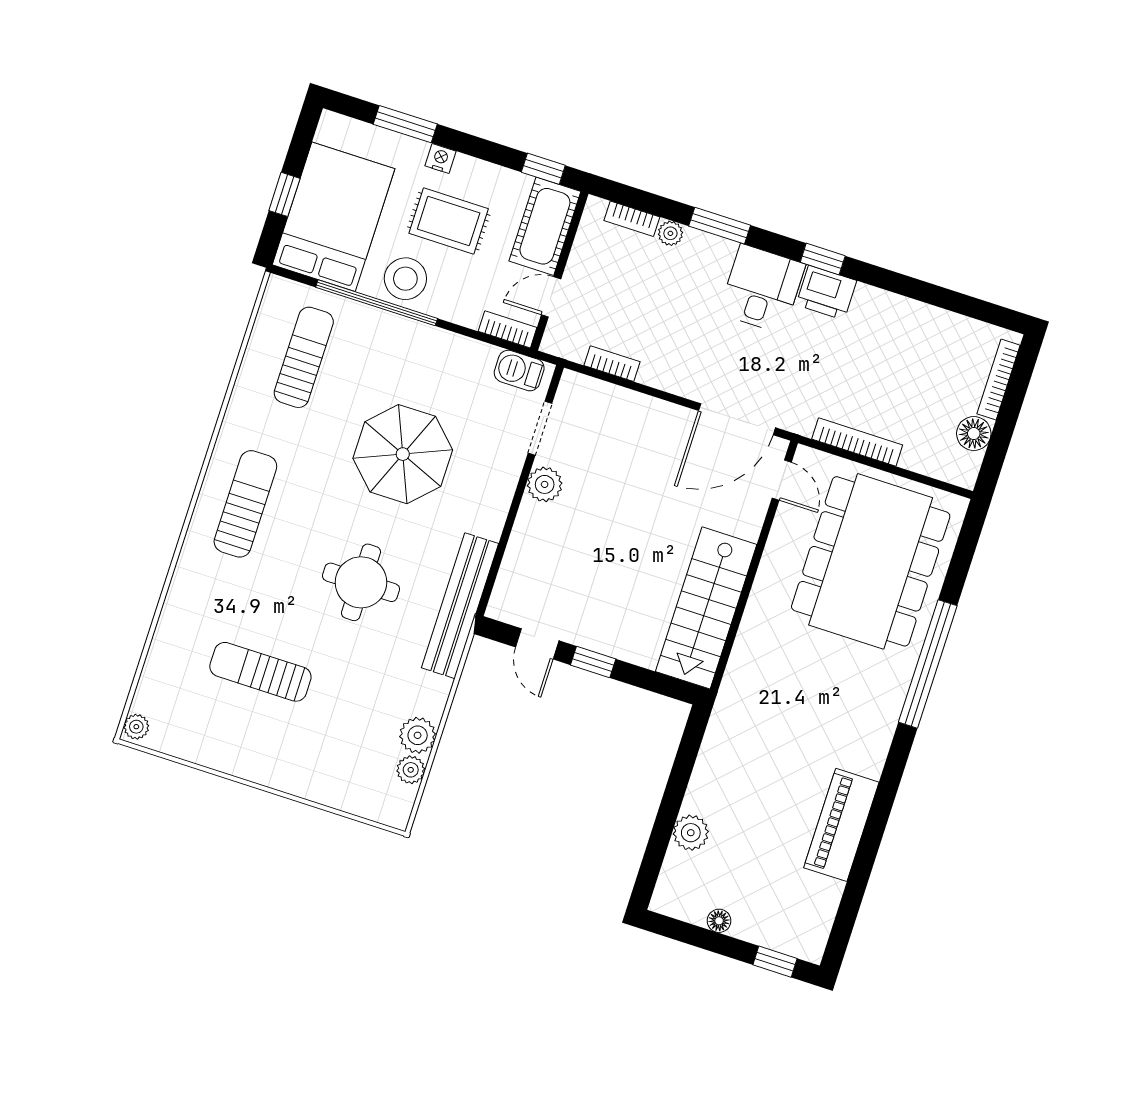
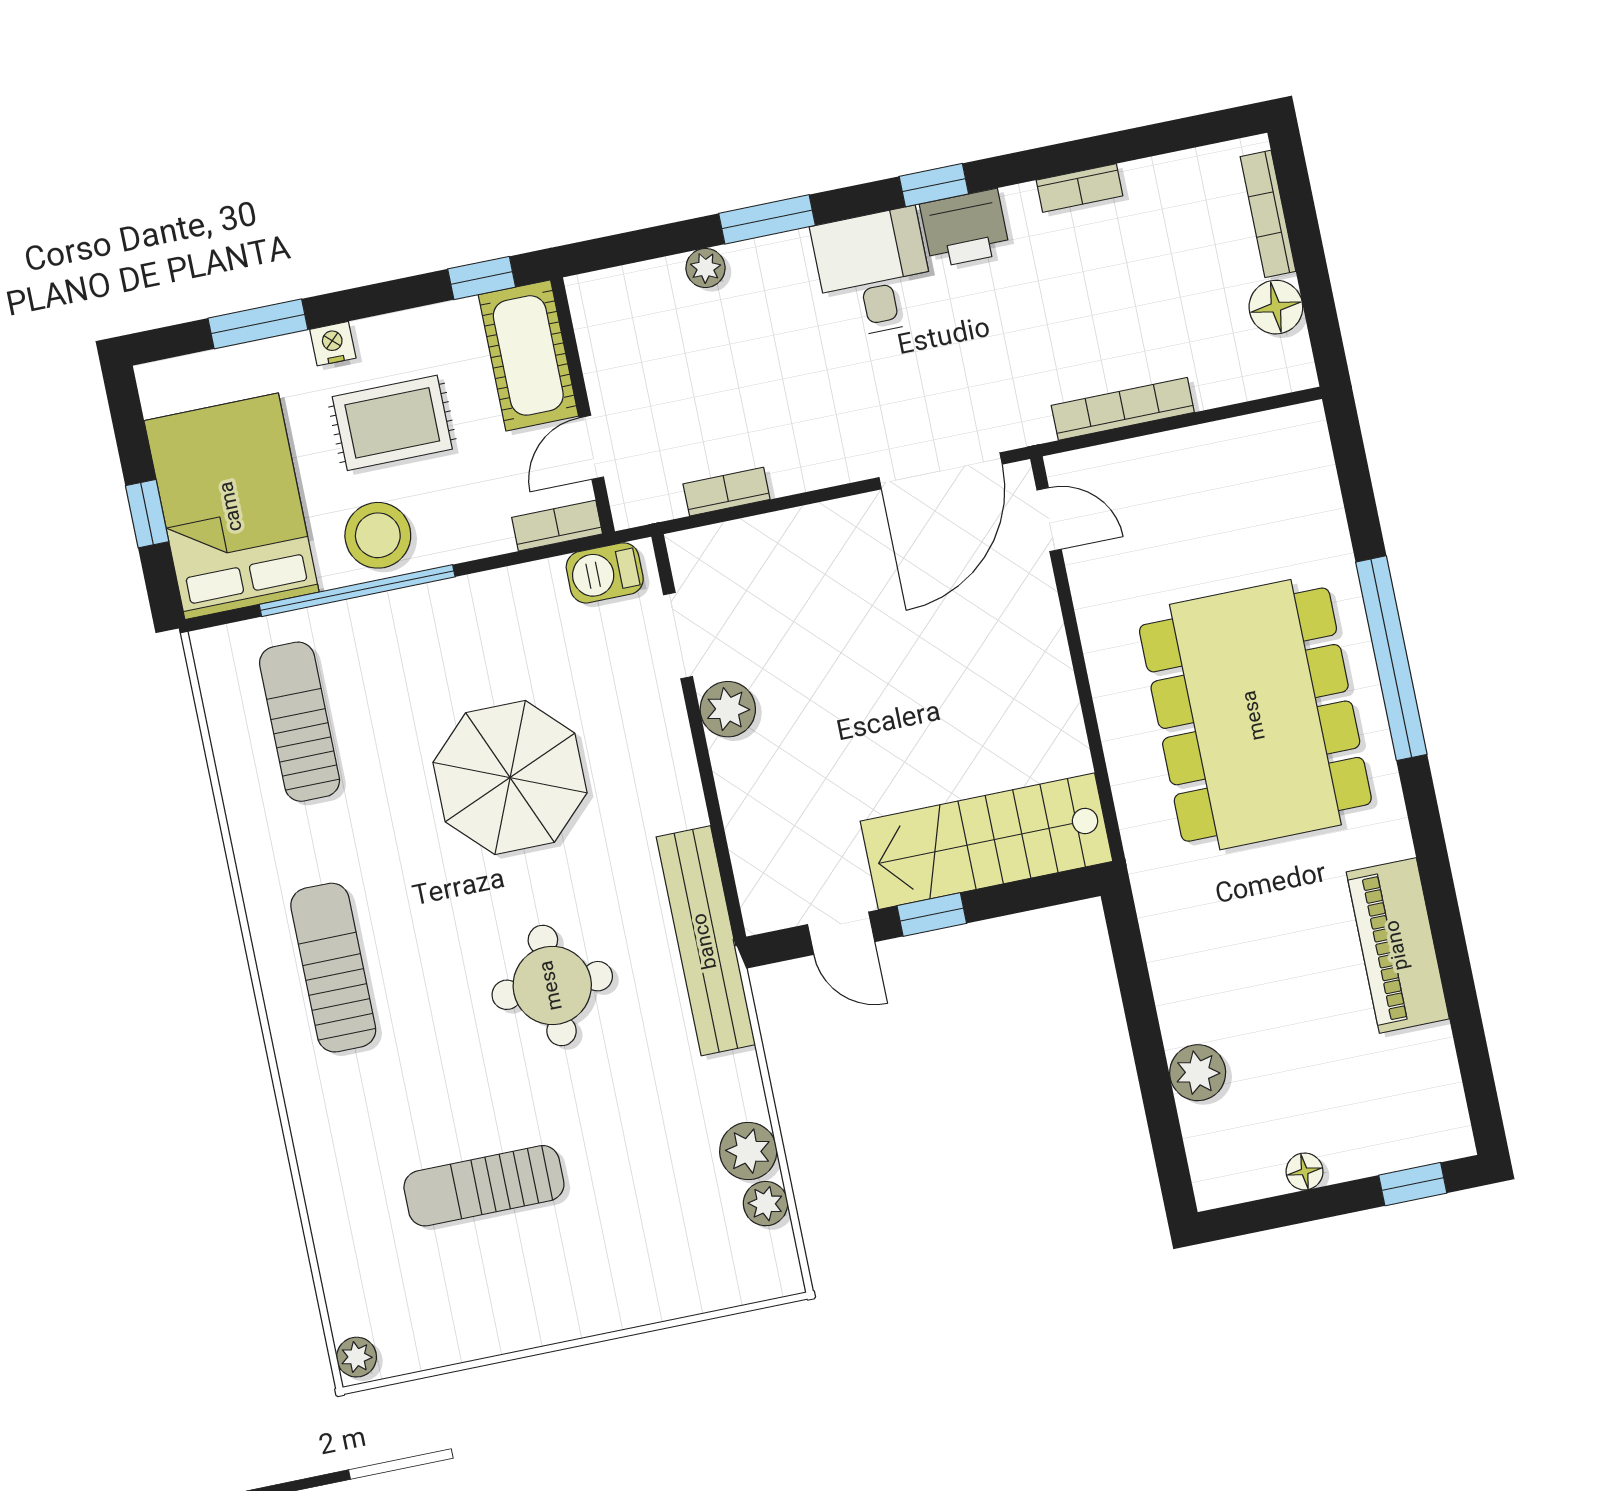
bookcase: (632, 219) -> (1079, 188), moved
dining table: (871, 561) -> (1255, 715), moved
stairs: (706, 608) -> (986, 841), moved, turned 90

